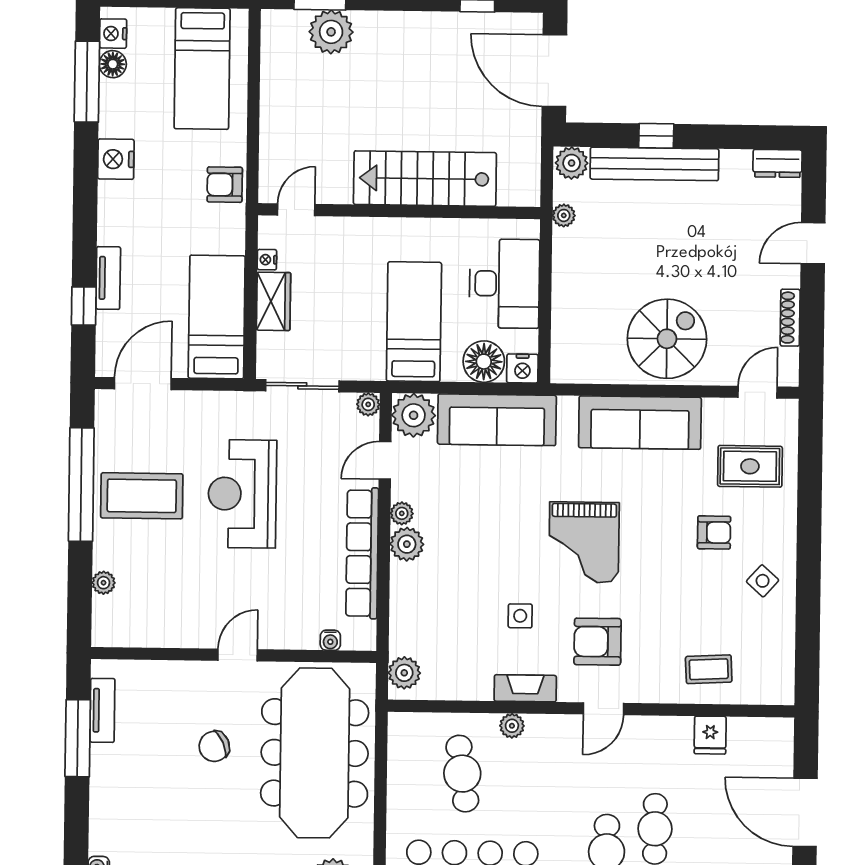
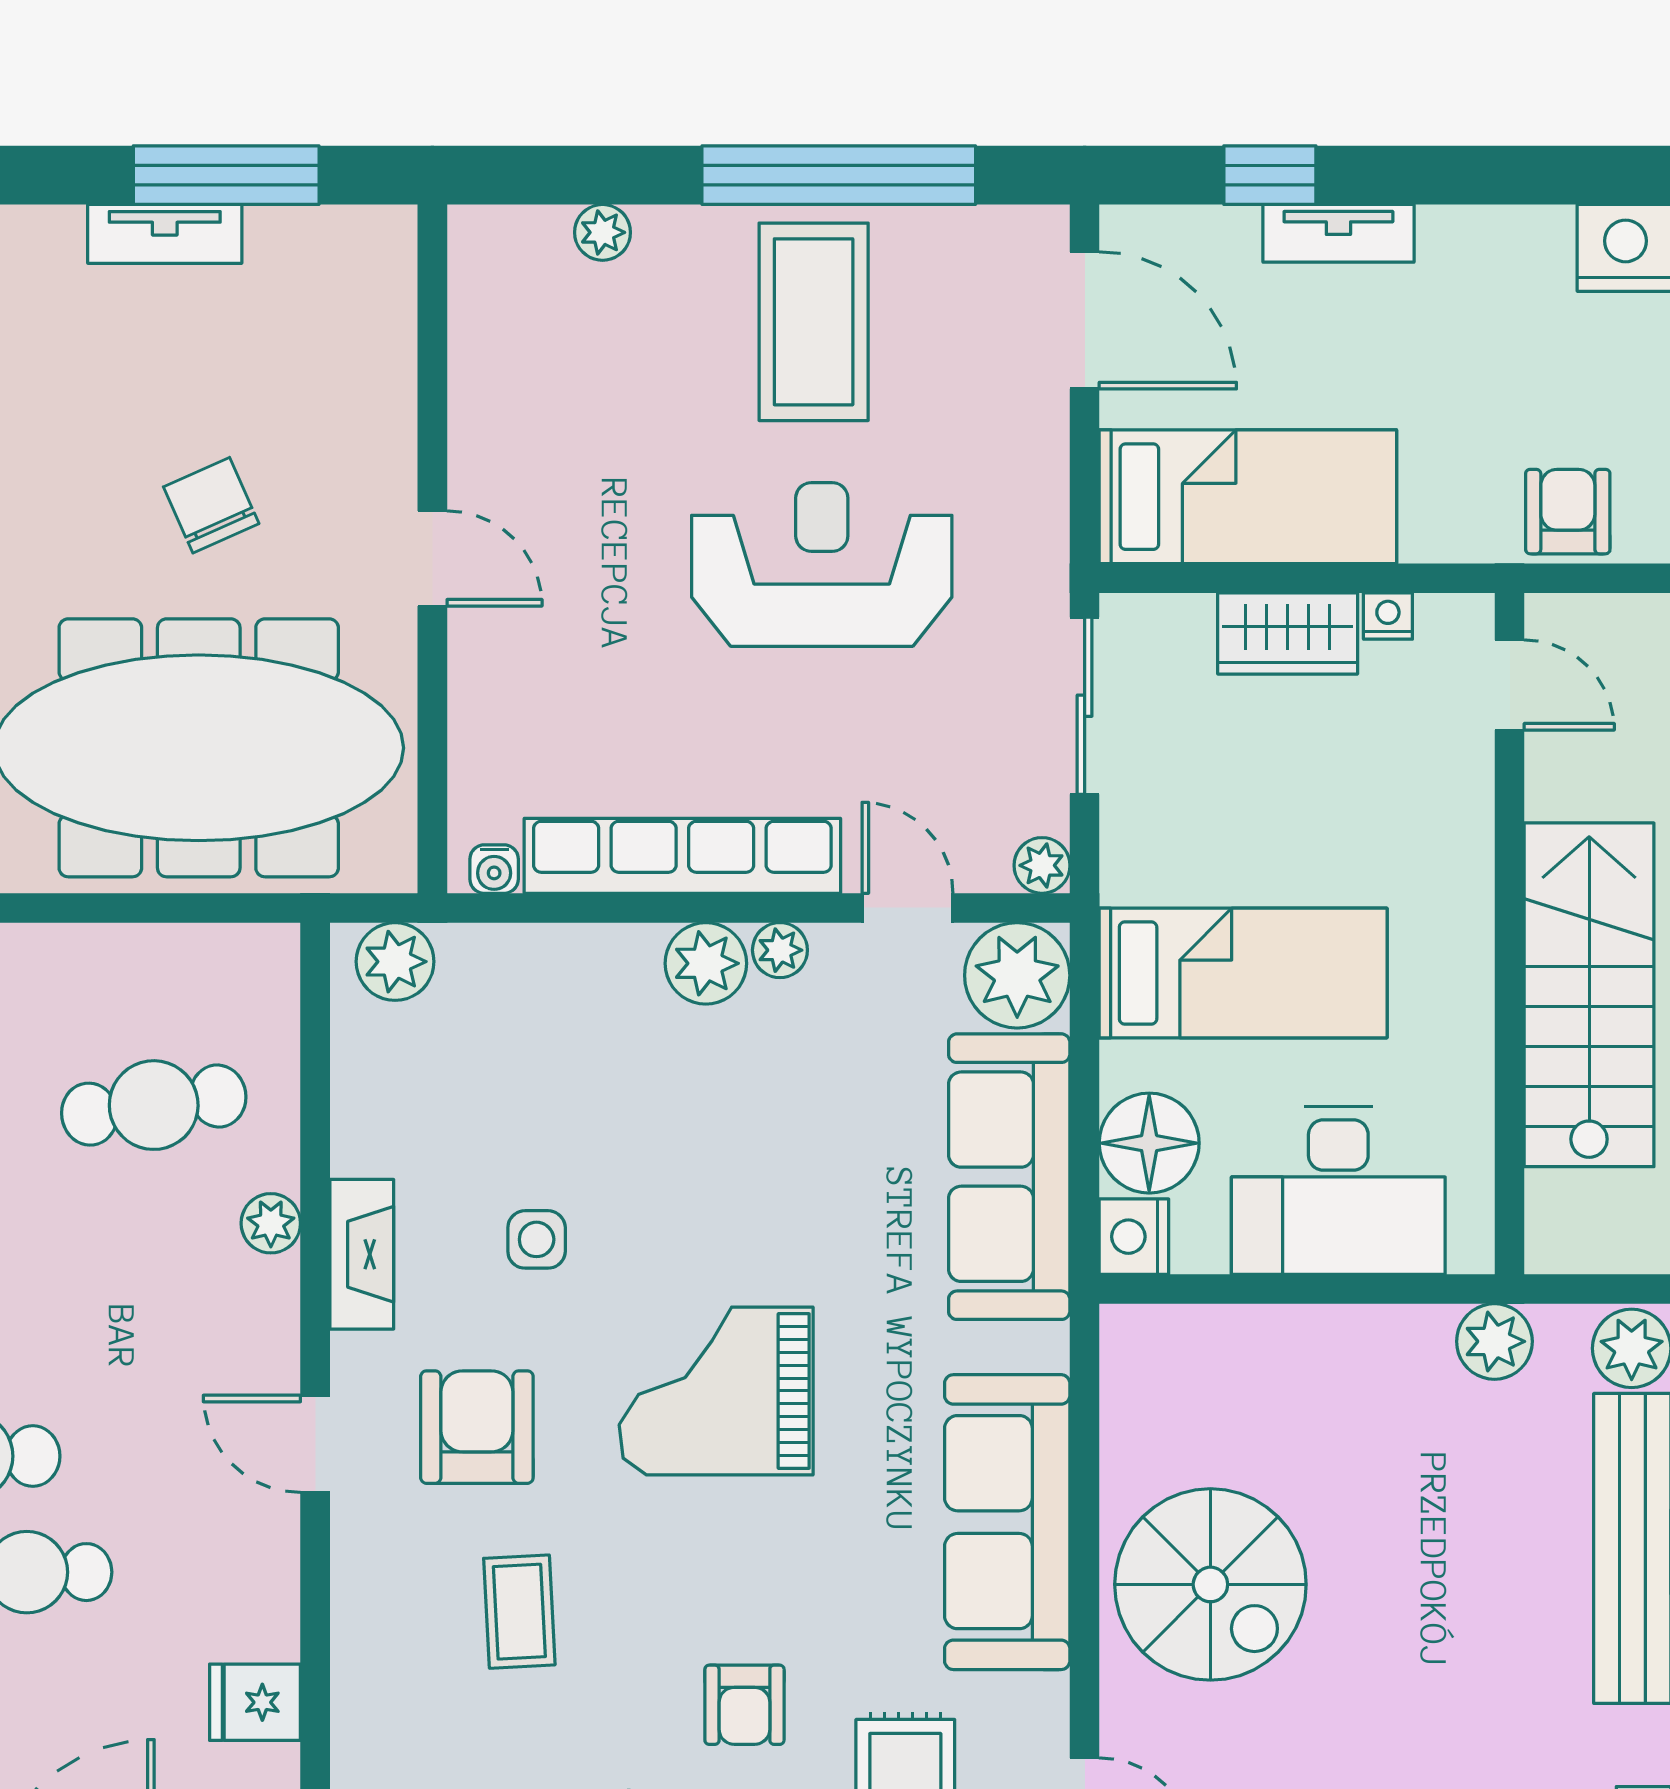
plant: (564, 215) -> (1494, 1341), width x1.38, depth x1.38
water cooler: (330, 640) -> (494, 869), moved, turned -90
coffee table: (709, 669) -> (519, 1612), moved
tv unit: (102, 710) -> (165, 234), moved

